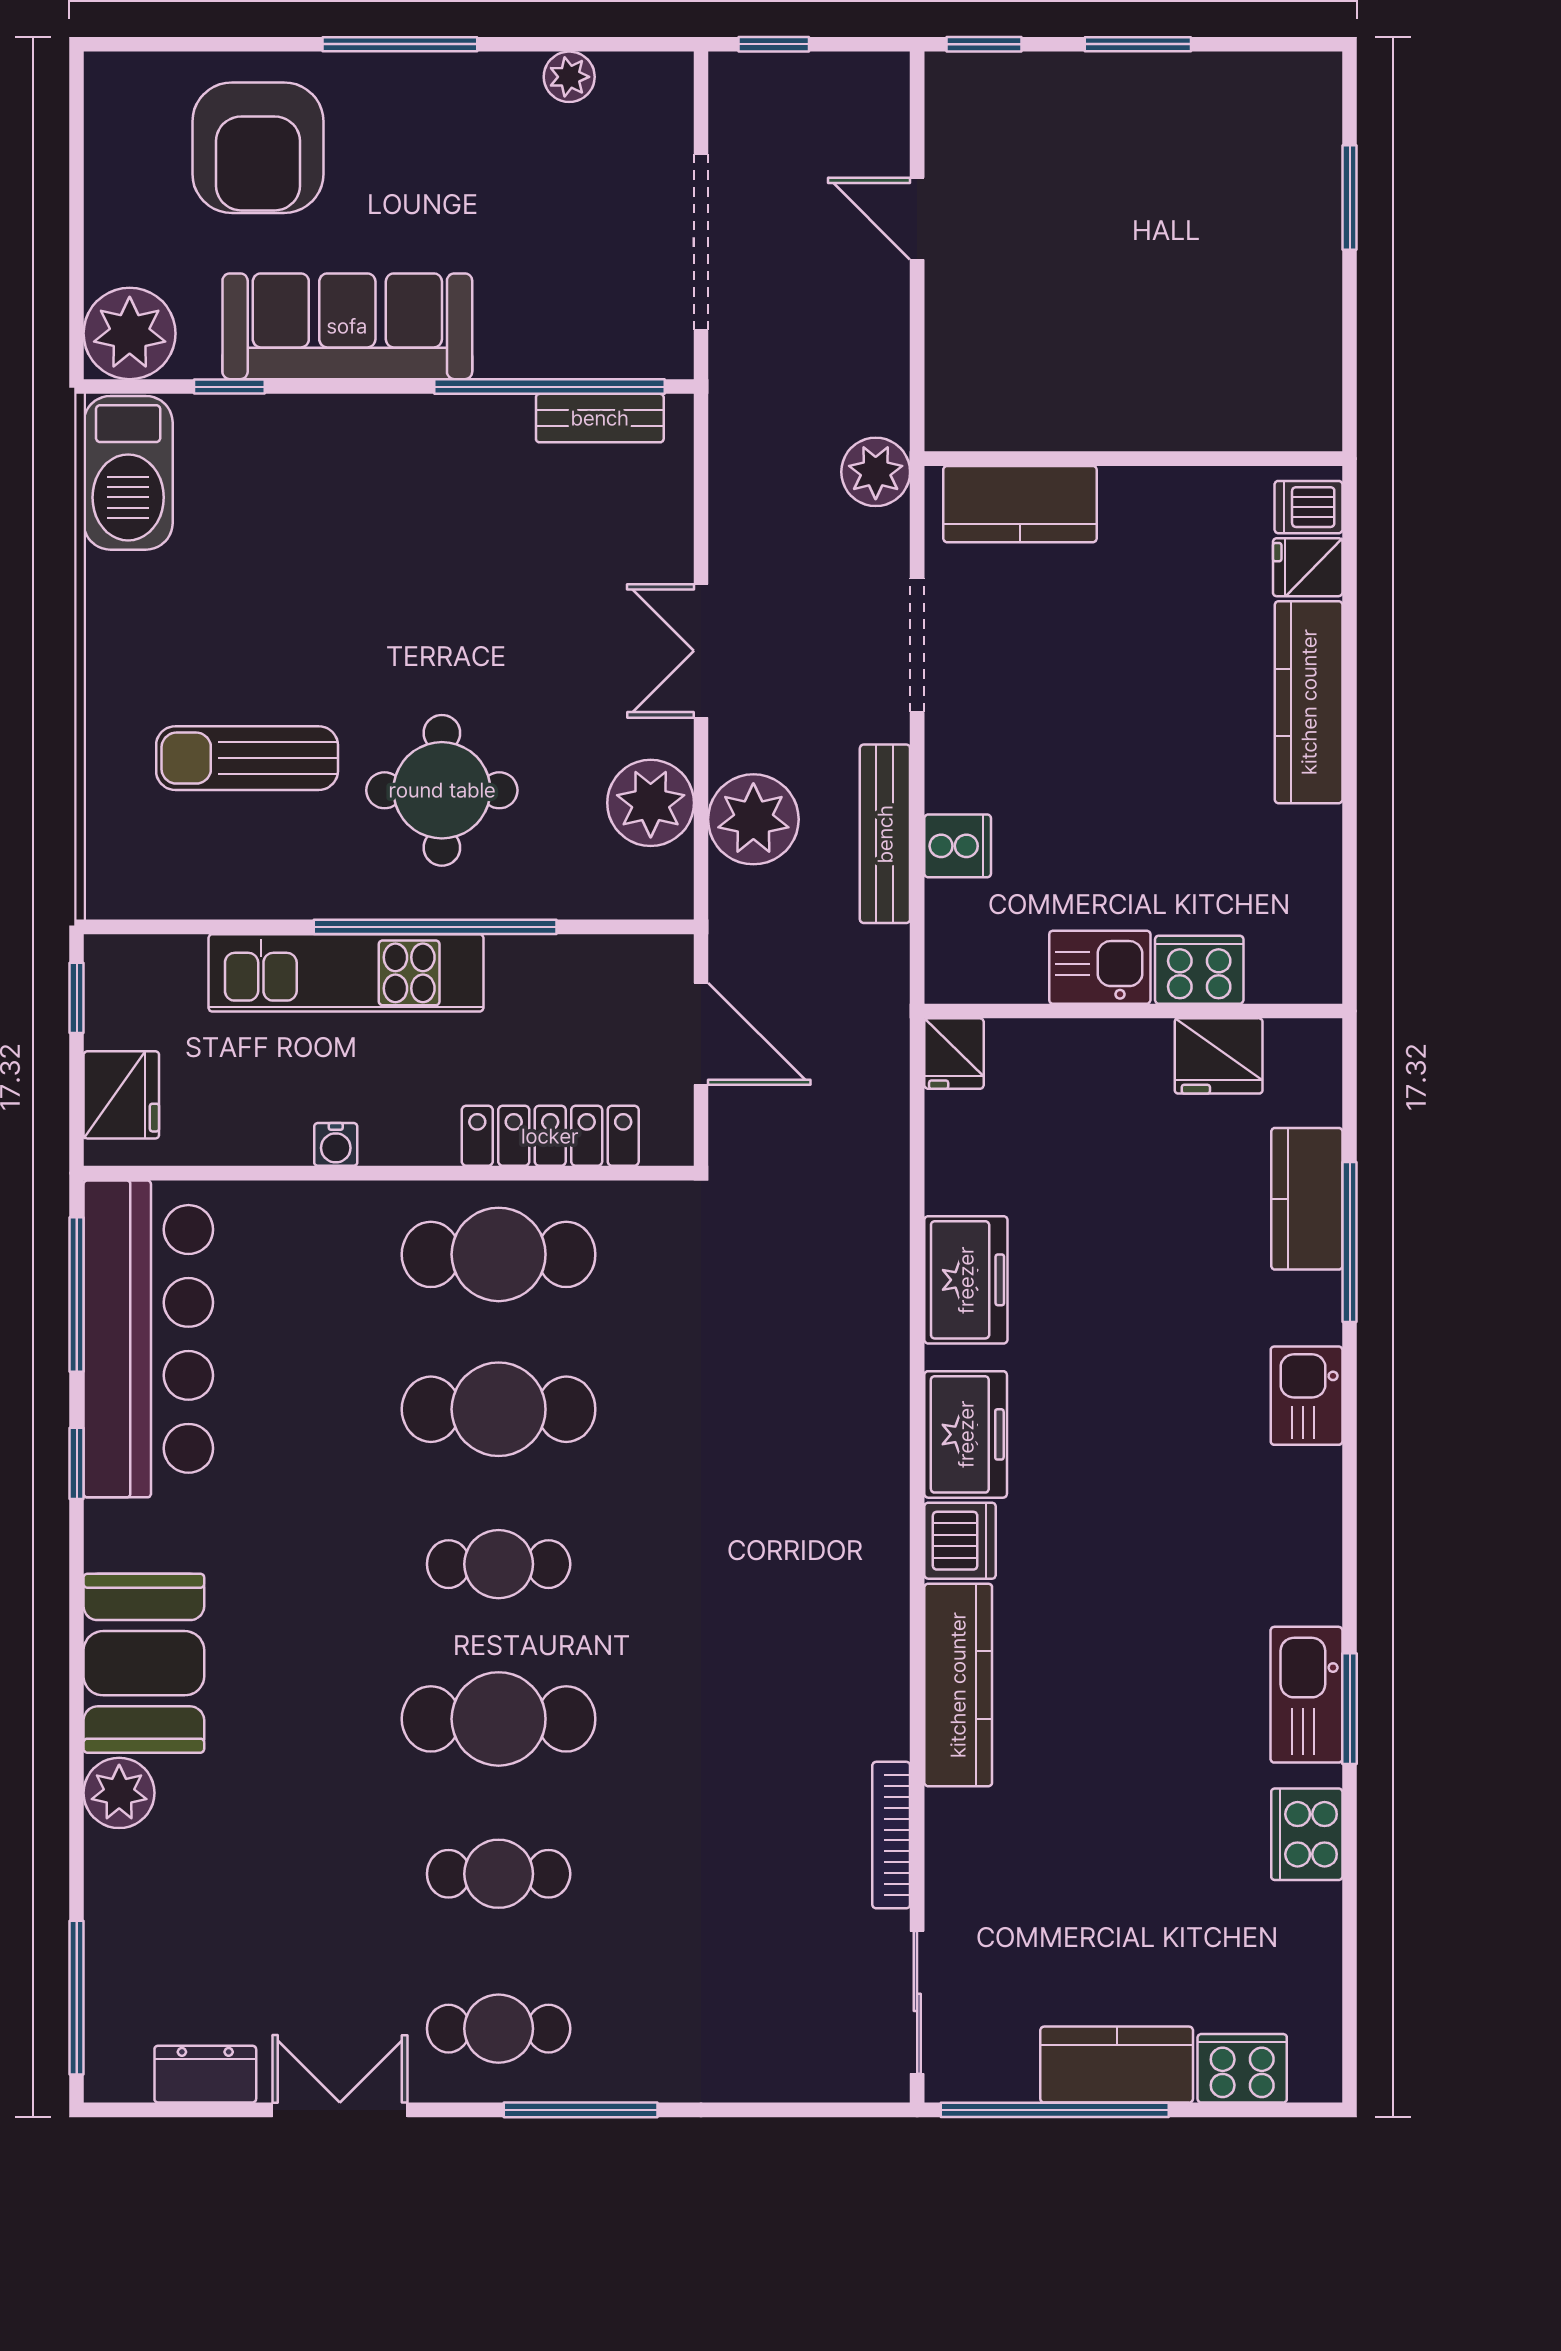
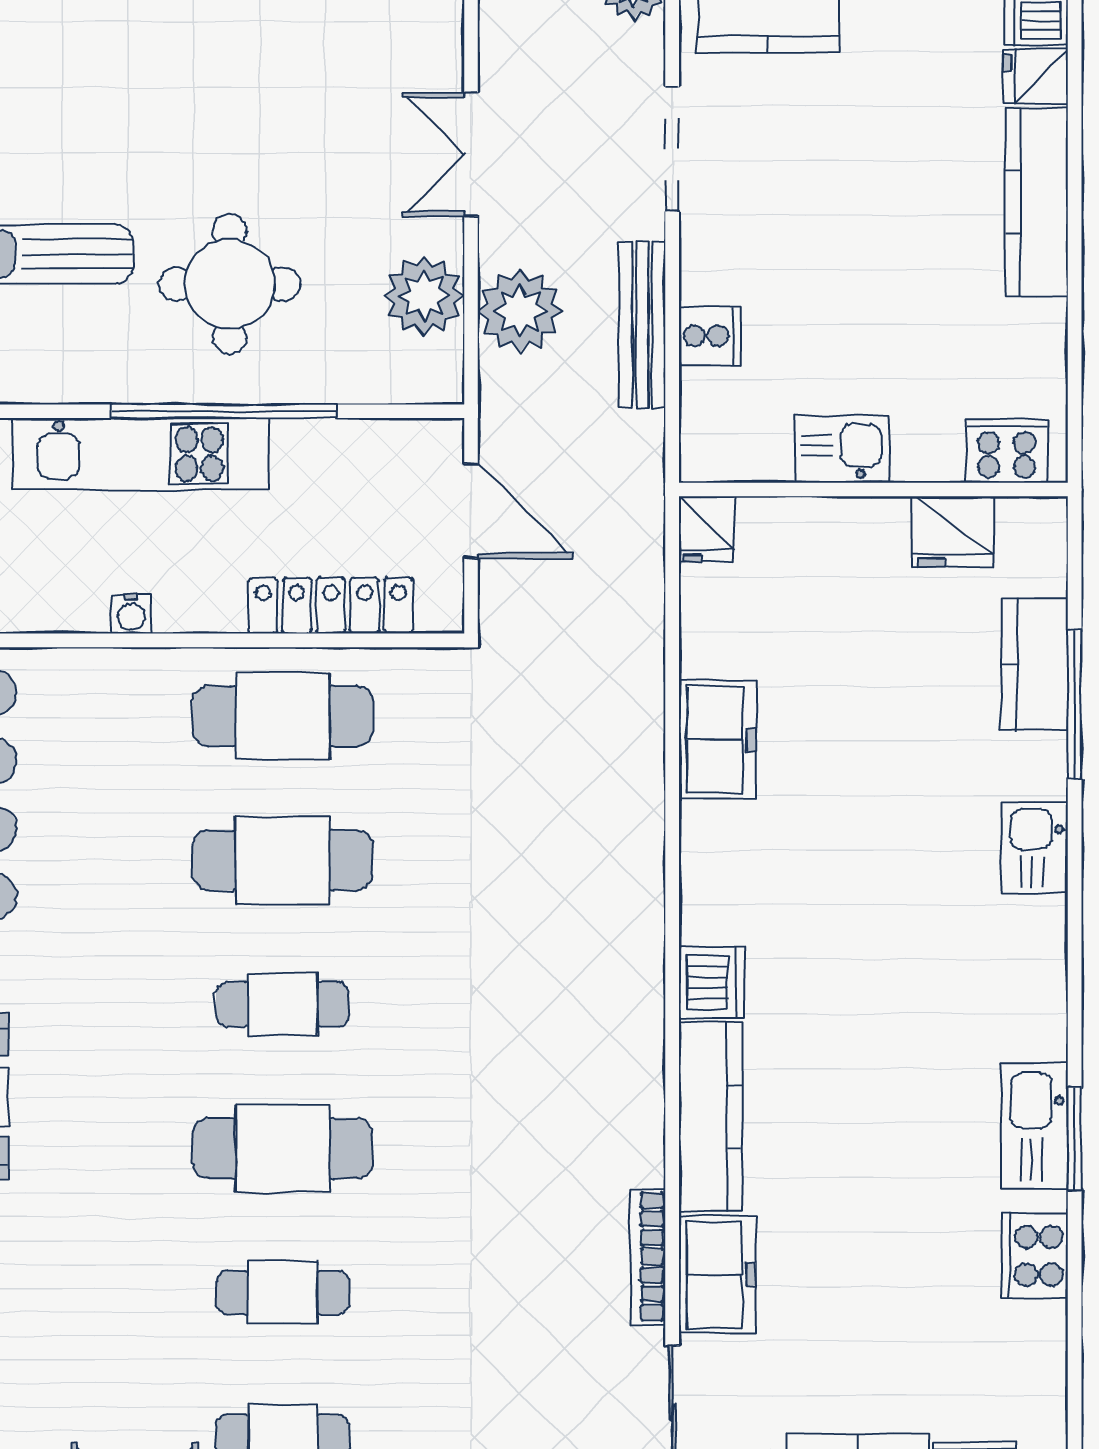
cooker: (1199, 970) -> (1007, 451), moved
freezer: (966, 1434) -> (717, 1275), moved

